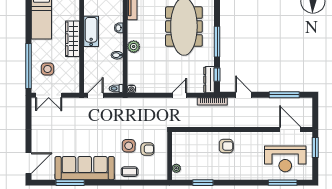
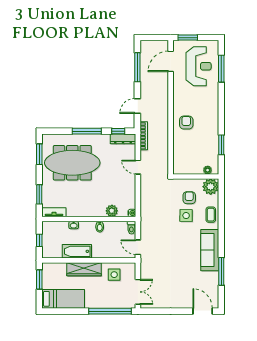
plant: (134, 47) -> (112, 211), moved
side table: (48, 69) -> (114, 275), moved
sofa: (85, 168) -> (210, 250), width x0.74, depth x0.79
plant: (159, 171) -> (211, 187), added

